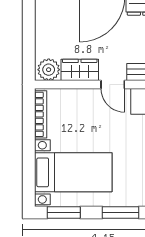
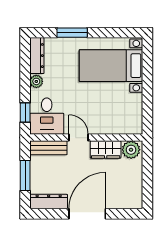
bookcase: (41, 114) -> (138, 113), removed
window: (64, 212) -> (119, 33), removed

